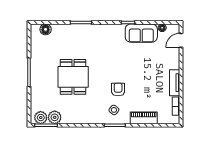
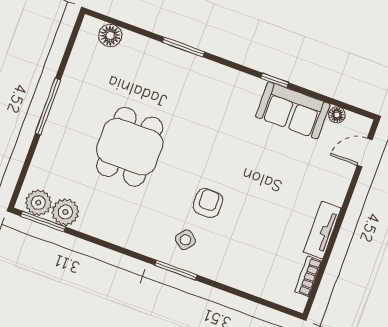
piano: (144, 118) -> (238, 276), removed

